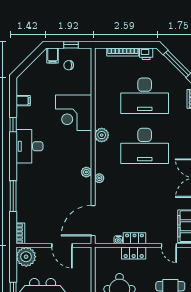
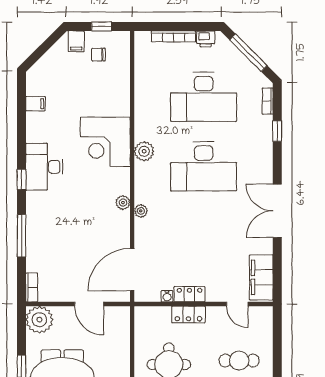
corner desk: (74, 113) -> (105, 142), moved
window: (13, 125) -> (22, 179), moved

